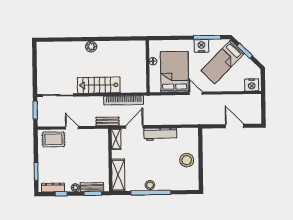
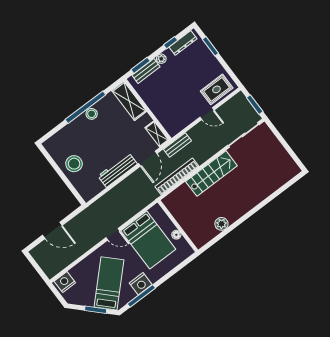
plant: (91, 47) -> (221, 224), moved

